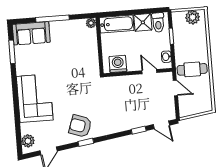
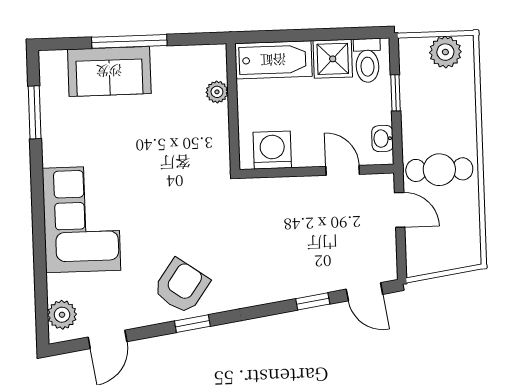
plant: (91, 23) -> (217, 92), moved
sofa: (31, 33) -> (109, 71), moved
armchair: (80, 126) -> (181, 286), turned 106

